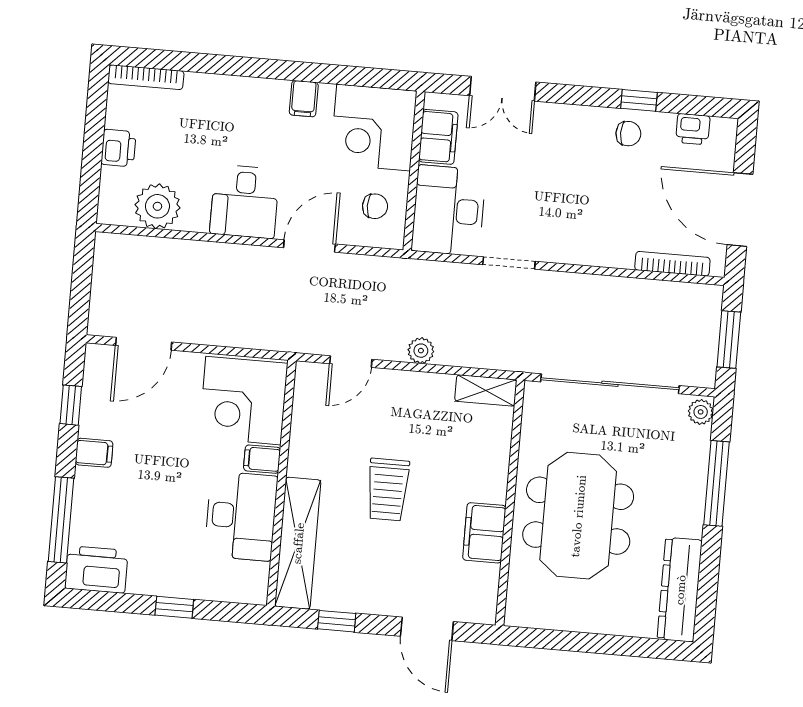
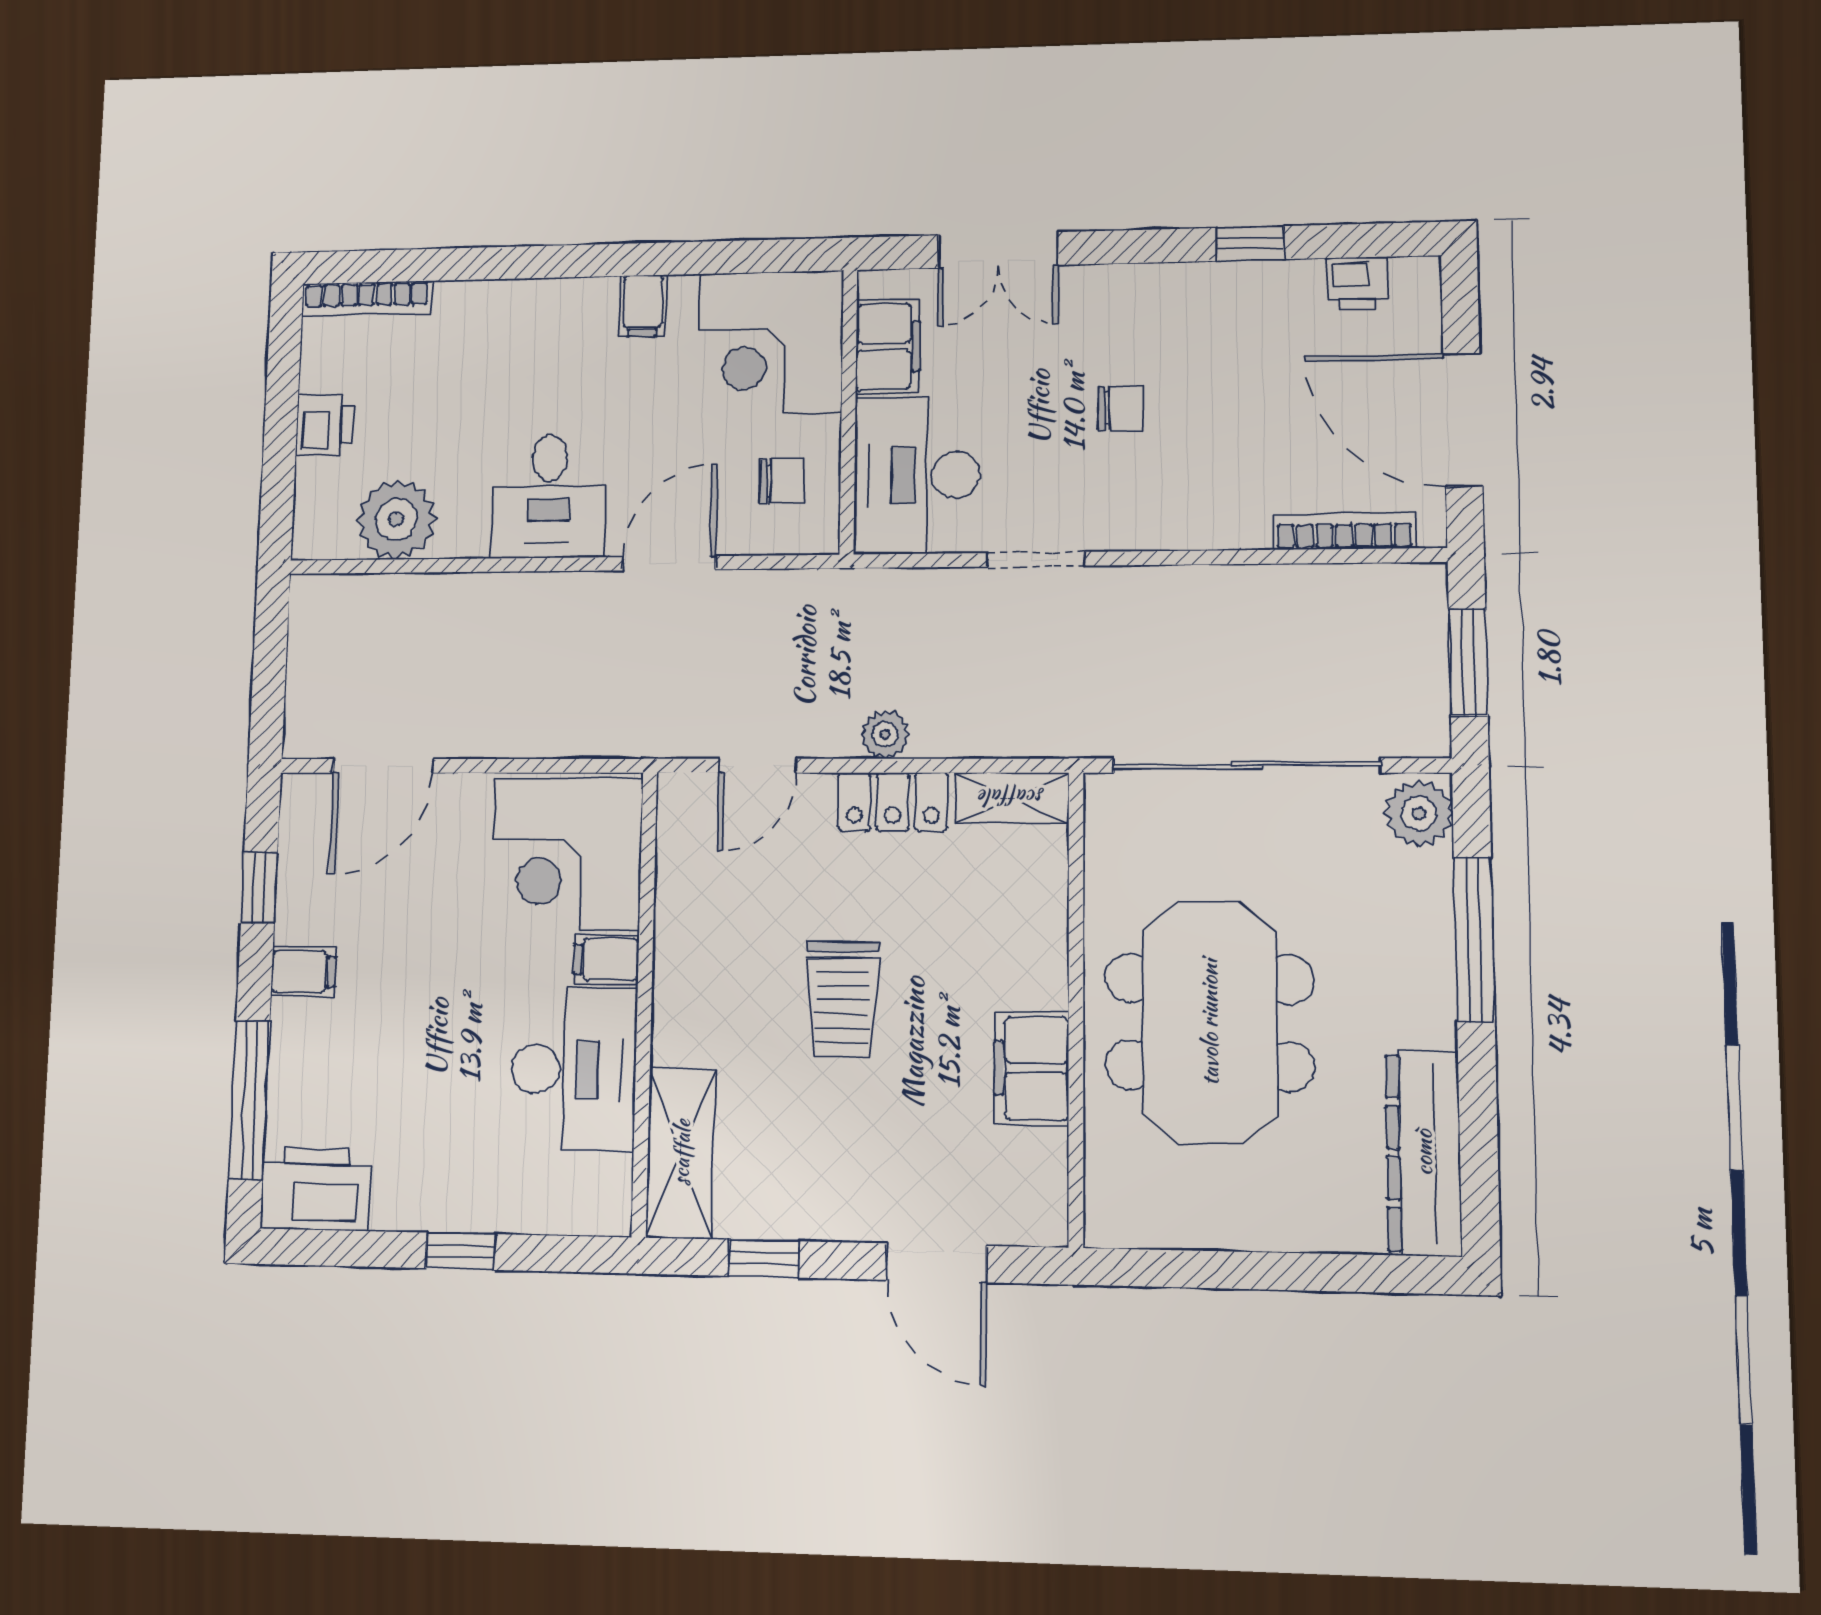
chair: (628, 134) -> (1121, 408), moved
locker: (422, 387) -> (893, 802), added
plant: (701, 412) -> (1419, 813), width x1.38, depth x1.38
shelving: (298, 543) -> (681, 1153), width x0.68

